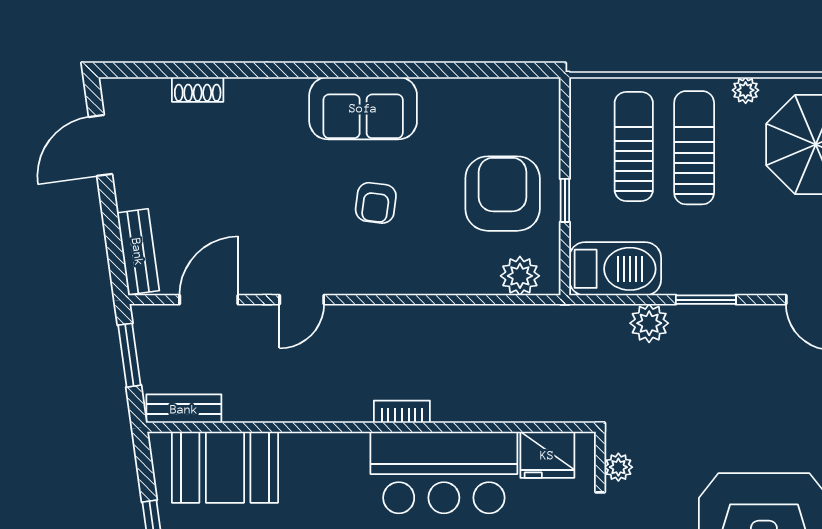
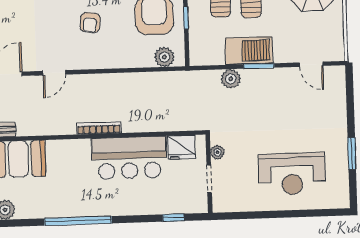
barbecue: (615, 269) -> (249, 51), moved
bookcase: (402, 412) -> (99, 128), width x1.56

